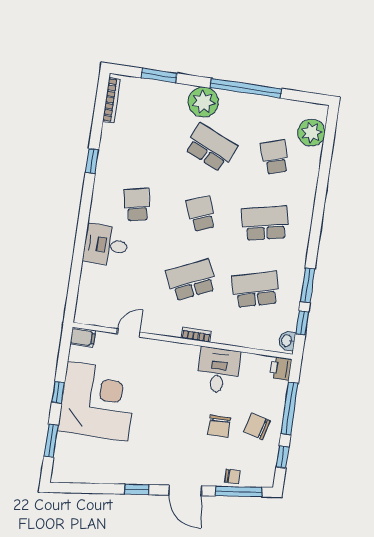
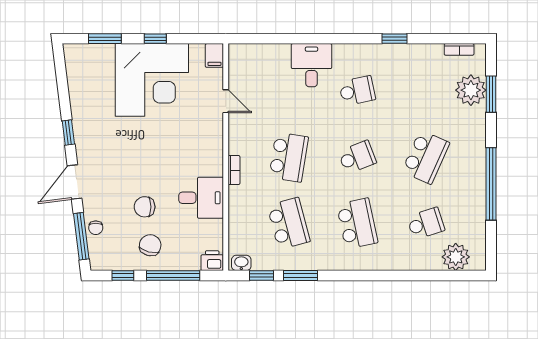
bookcase: (111, 100) -> (459, 49), width x0.64
plant: (203, 102) -> (471, 90), moved
school desk: (191, 280) -> (289, 157), turned 33

